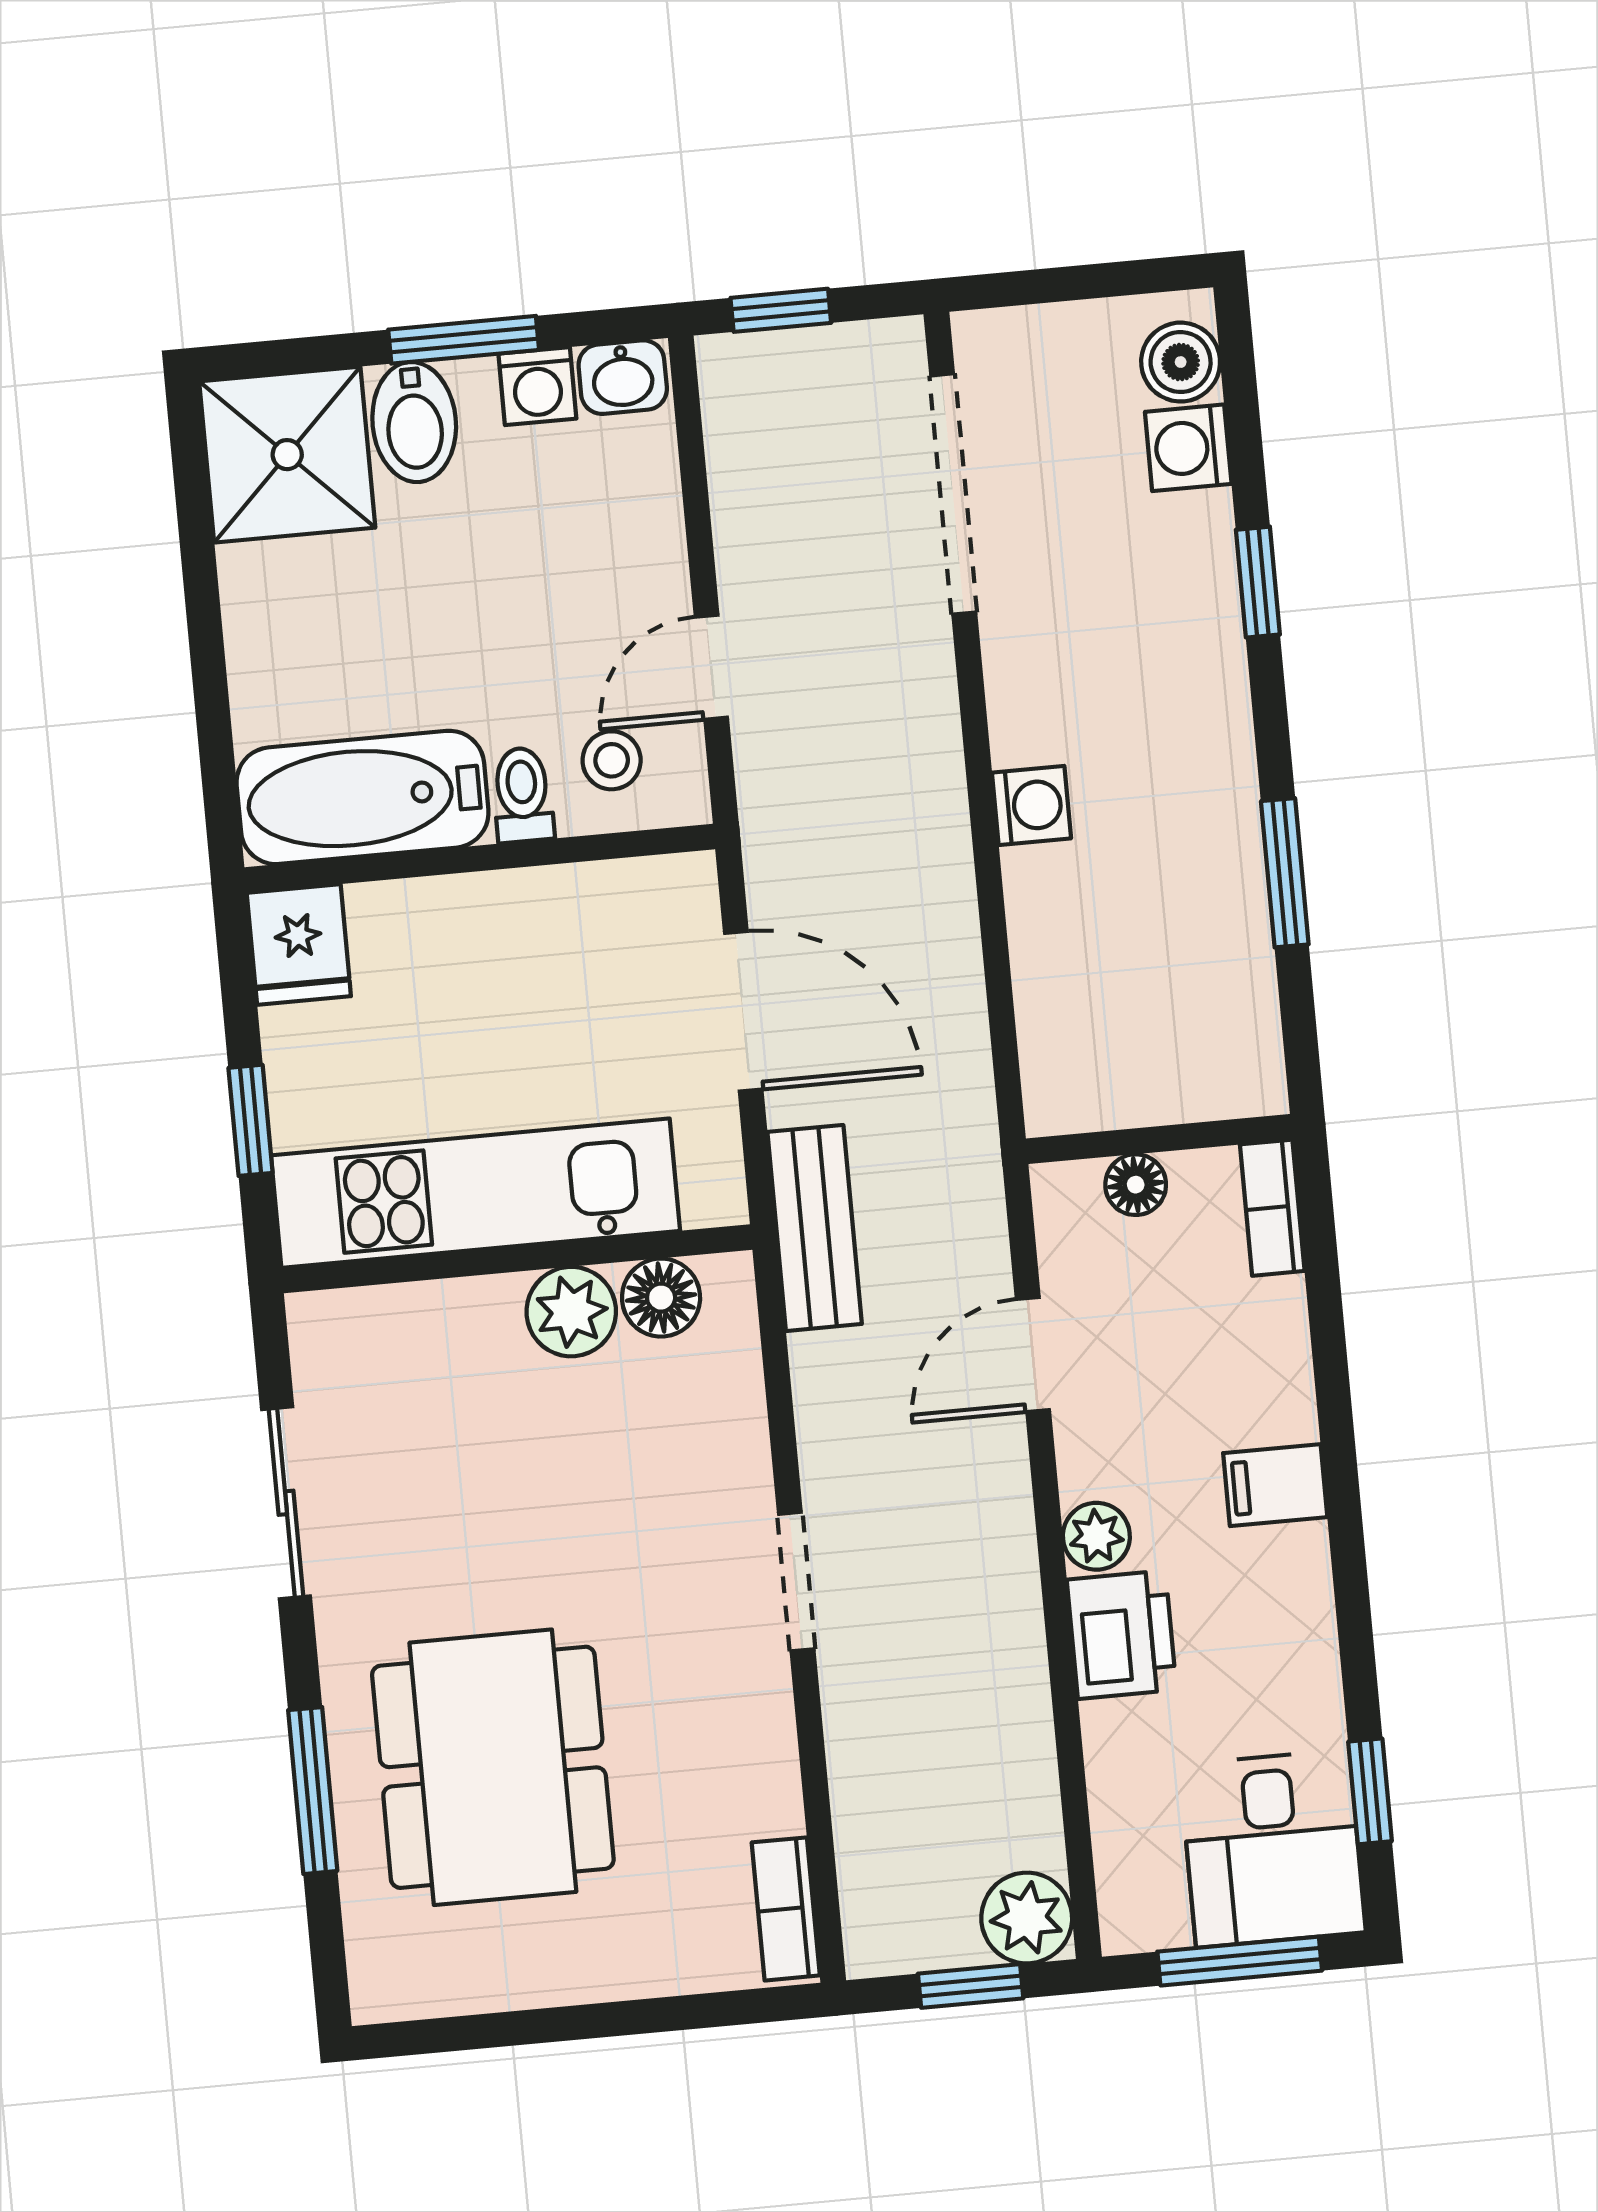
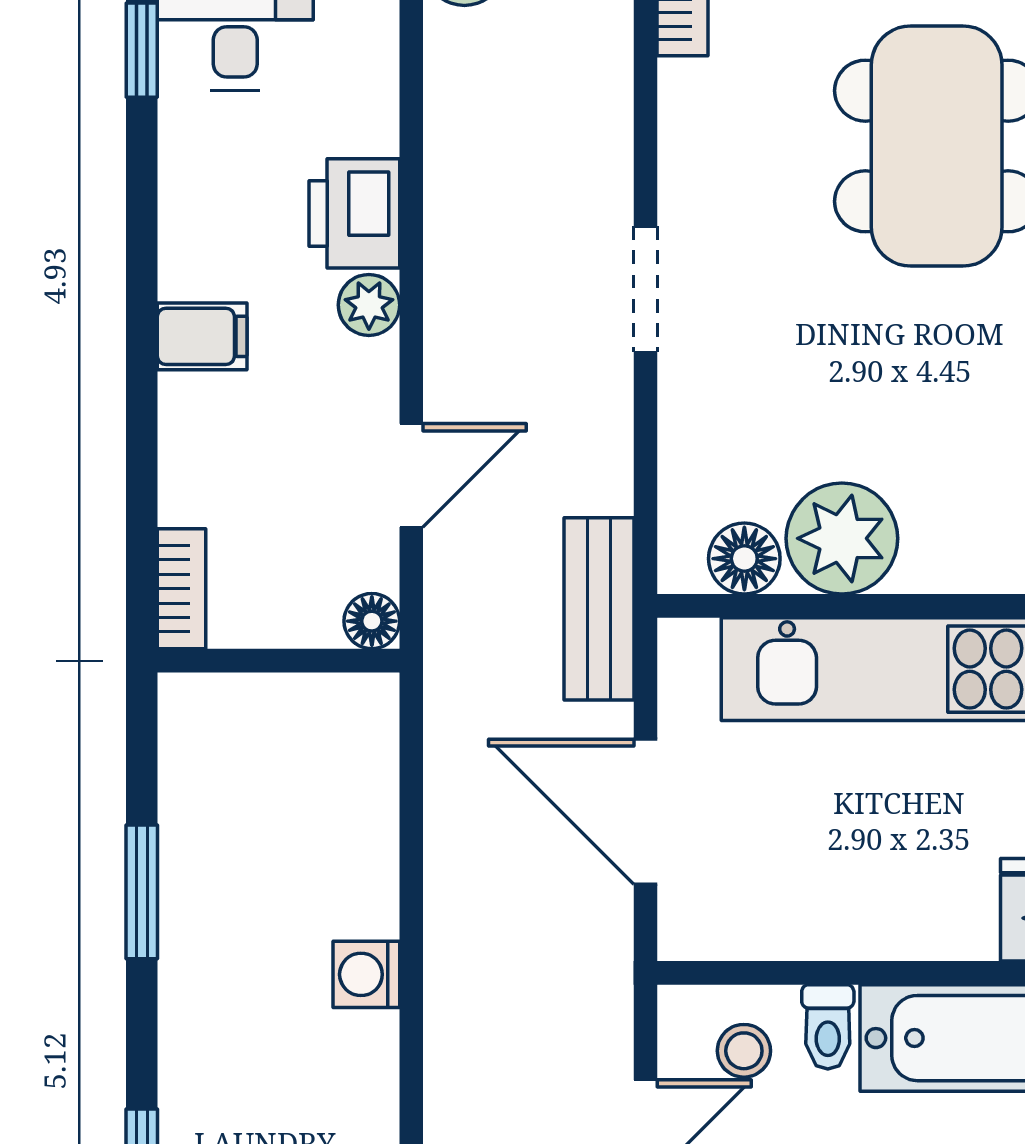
floor lamp: (1136, 1185) -> (372, 621), moved
plant: (571, 1312) -> (842, 538), width x1.36, depth x1.36

